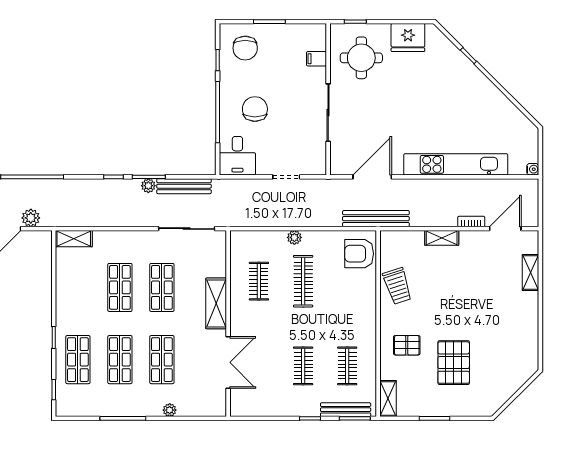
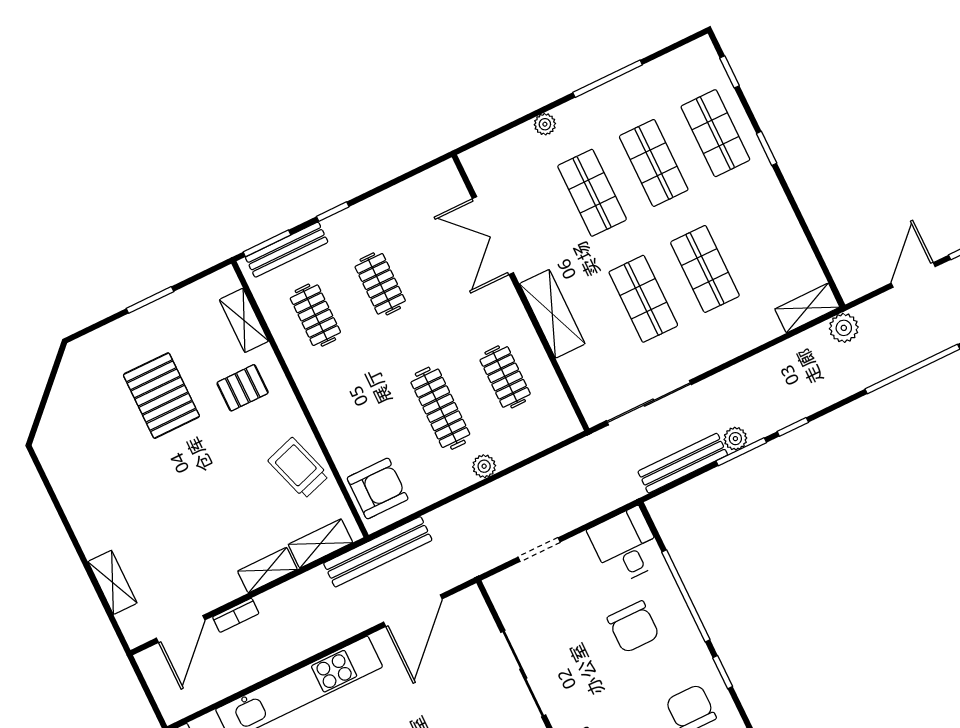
plant: (31, 218) -> (844, 328), moved
shelving: (405, 239) -> (320, 543), added
shelving: (388, 399) -> (244, 320), moved

